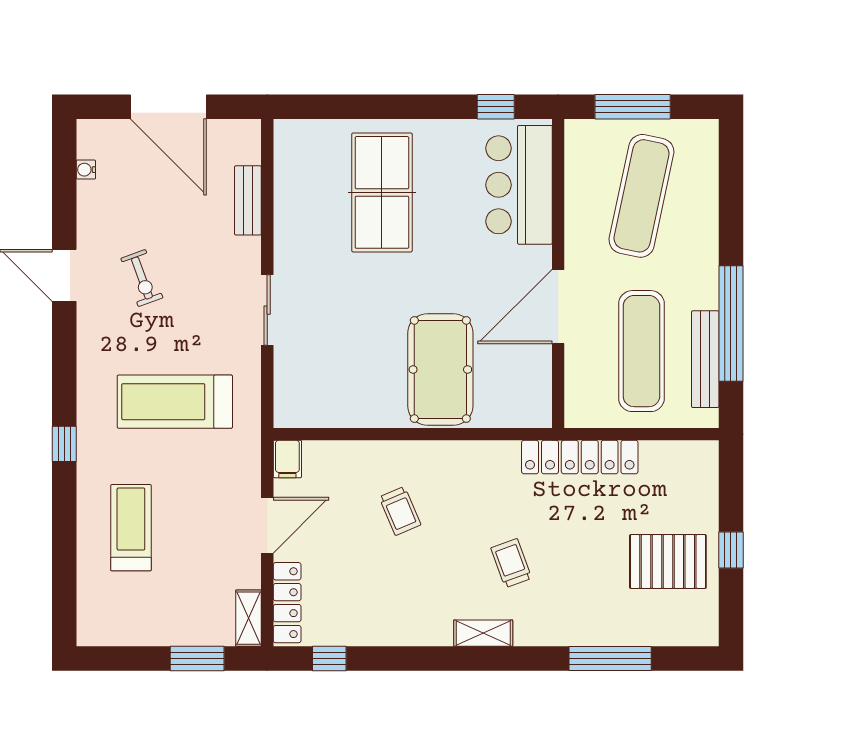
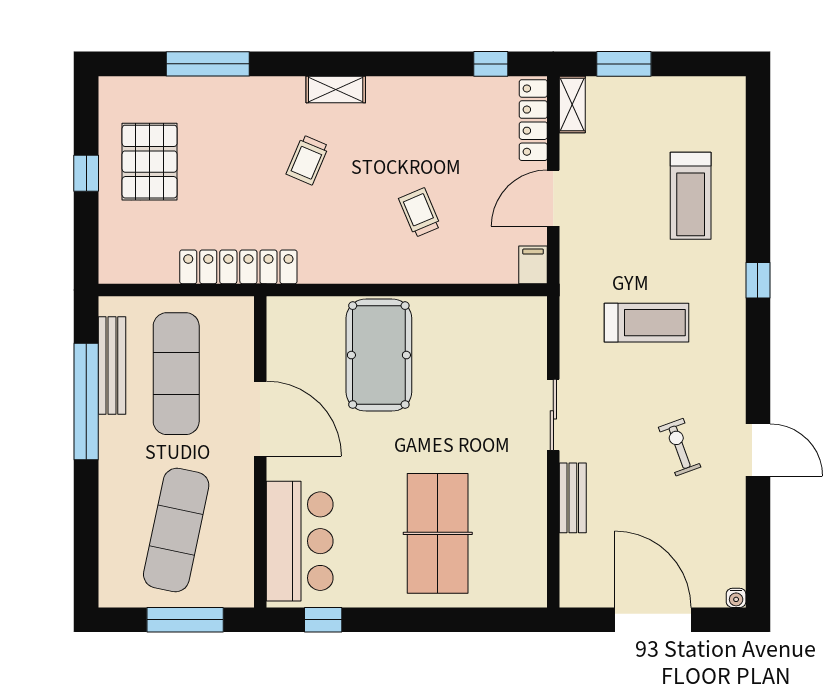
water cooler: (86, 170) -> (736, 598), moved, turned 90
bench: (248, 200) -> (573, 498), moved
door: (558, 306) -> (260, 419), hinge flipped
treadmill: (175, 402) -> (646, 323), width x0.73, depth x0.73
pallet: (668, 562) -> (150, 162), turned 90
trolley: (511, 563) -> (307, 160), turned 43

